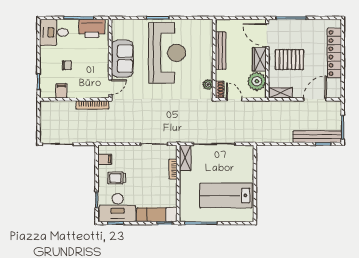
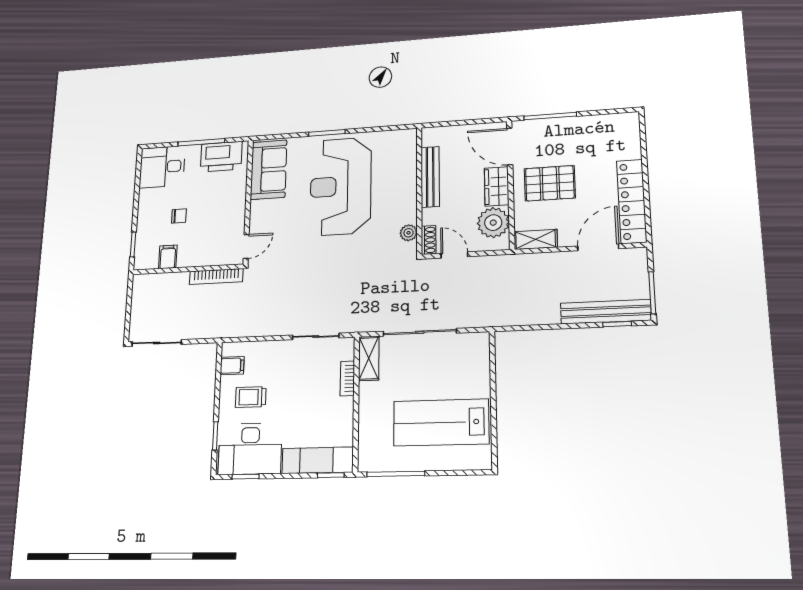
reception desk: (167, 53) -> (341, 186), turned 180
locker: (334, 53) -> (632, 201), moved
sofa: (122, 59) -> (269, 170), moved

